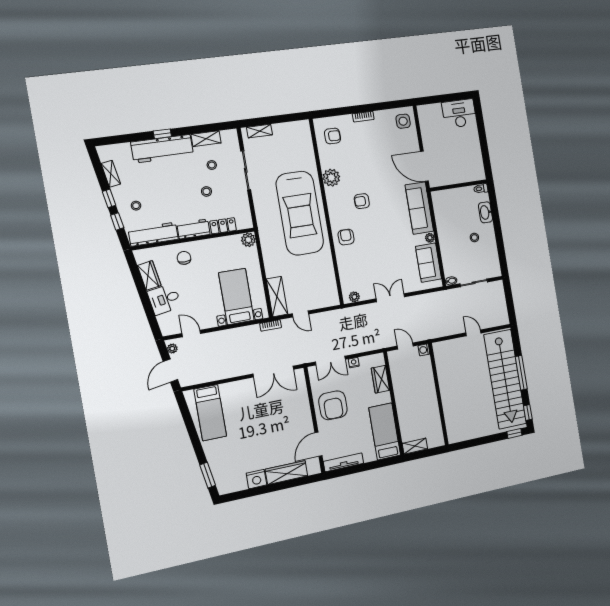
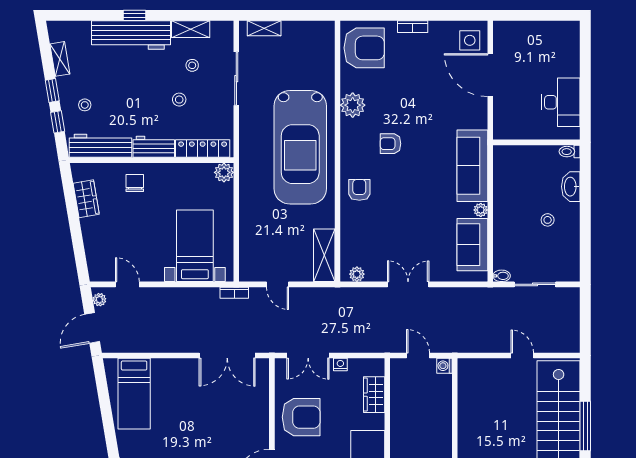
desk: (459, 113) -> (561, 102), moved, turned 90
armchair: (332, 136) -> (364, 48), width x1.88, depth x1.88
door: (424, 166) -> (490, 75), moved
locker: (223, 226) -> (203, 149), width x1.53
shelving: (277, 297) -> (324, 255), moved
desk: (164, 299) -> (100, 233), removed
armchair: (333, 405) -> (301, 417), turned -90

